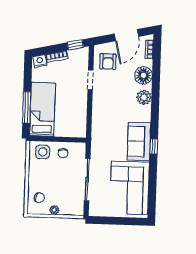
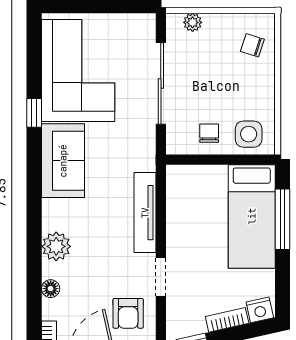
armchair: (108, 61) -> (128, 313), turned 180
floor lamp: (143, 75) -> (51, 289), width x0.53, depth x0.53
tv unit: (98, 113) -> (145, 213), added
window: (154, 146) -> (34, 113), moved
plant: (54, 210) -> (193, 22), moved

